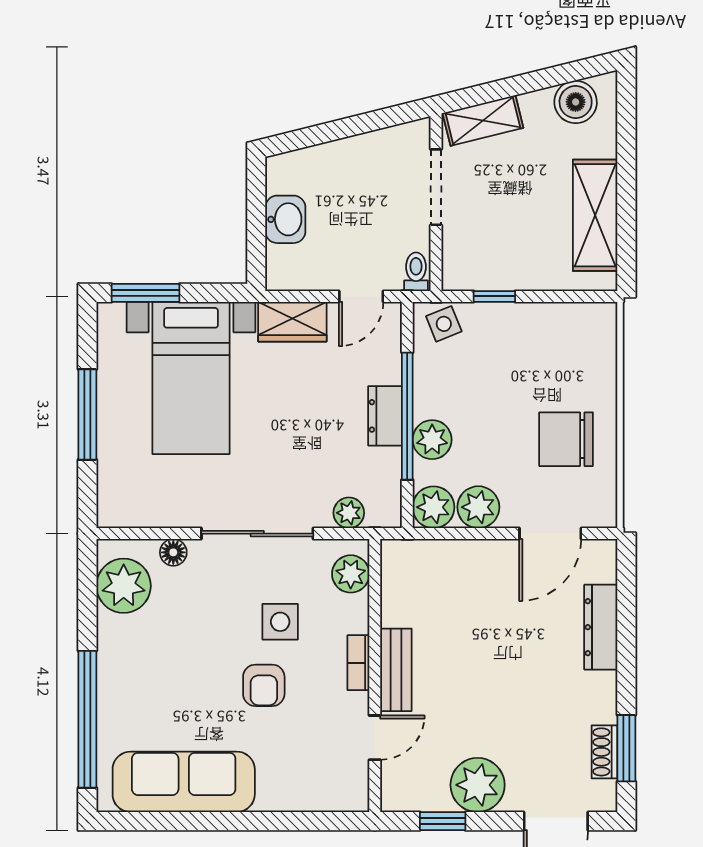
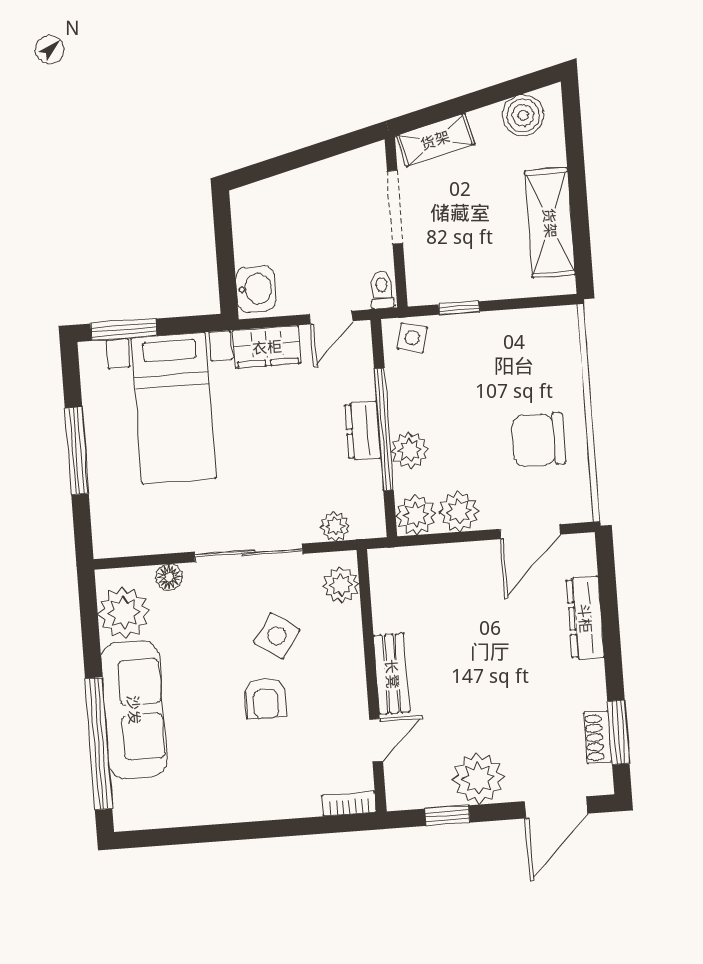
washbasin: (285, 219) -> (256, 289), moved
side table: (444, 324) -> (412, 338), turned 36
side table: (280, 622) -> (277, 636), turned 34
bookcase: (358, 663) -> (349, 804), moved, turned 90
sofa: (184, 782) -> (134, 710), moved, turned 90

